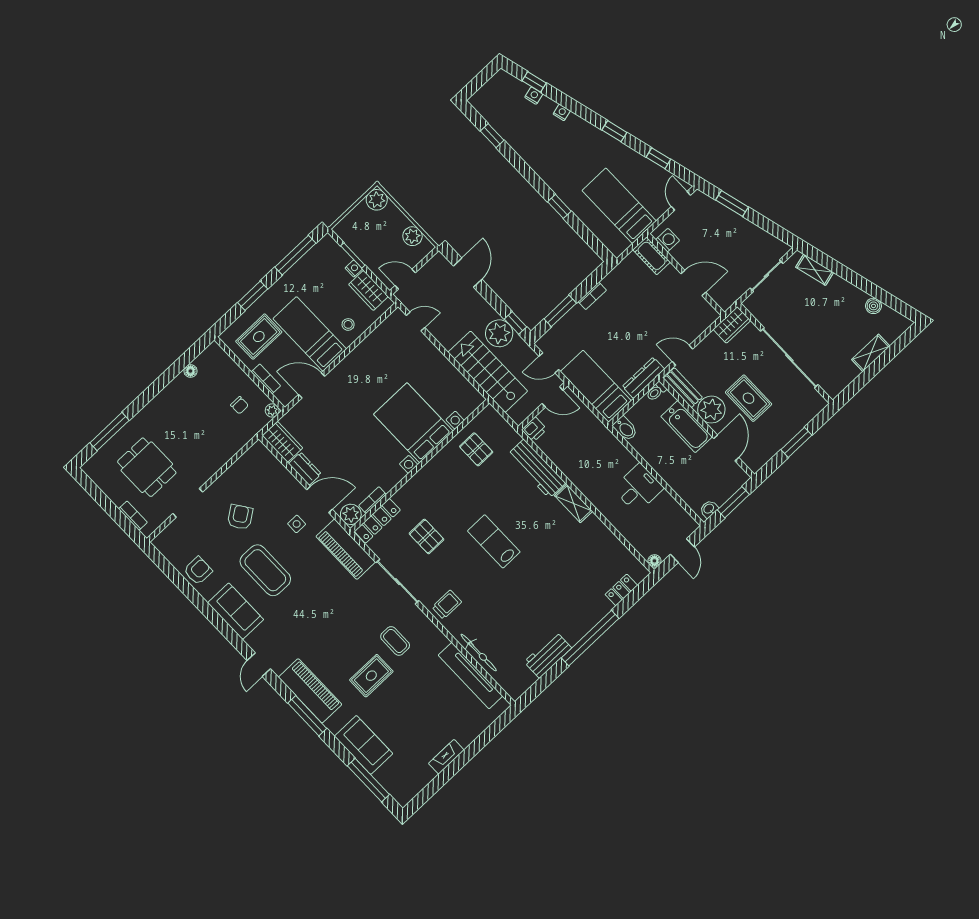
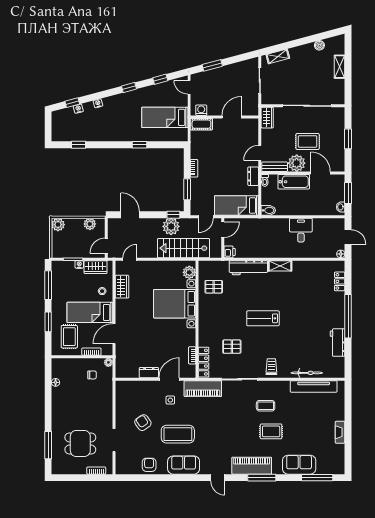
dresser: (643, 378) -> (253, 176), width x0.70
wardrobe: (282, 442) -> (122, 287), moved, turned 90
plant: (351, 514) -> (189, 272), moved
rug: (371, 676) -> (271, 431), turned 90

